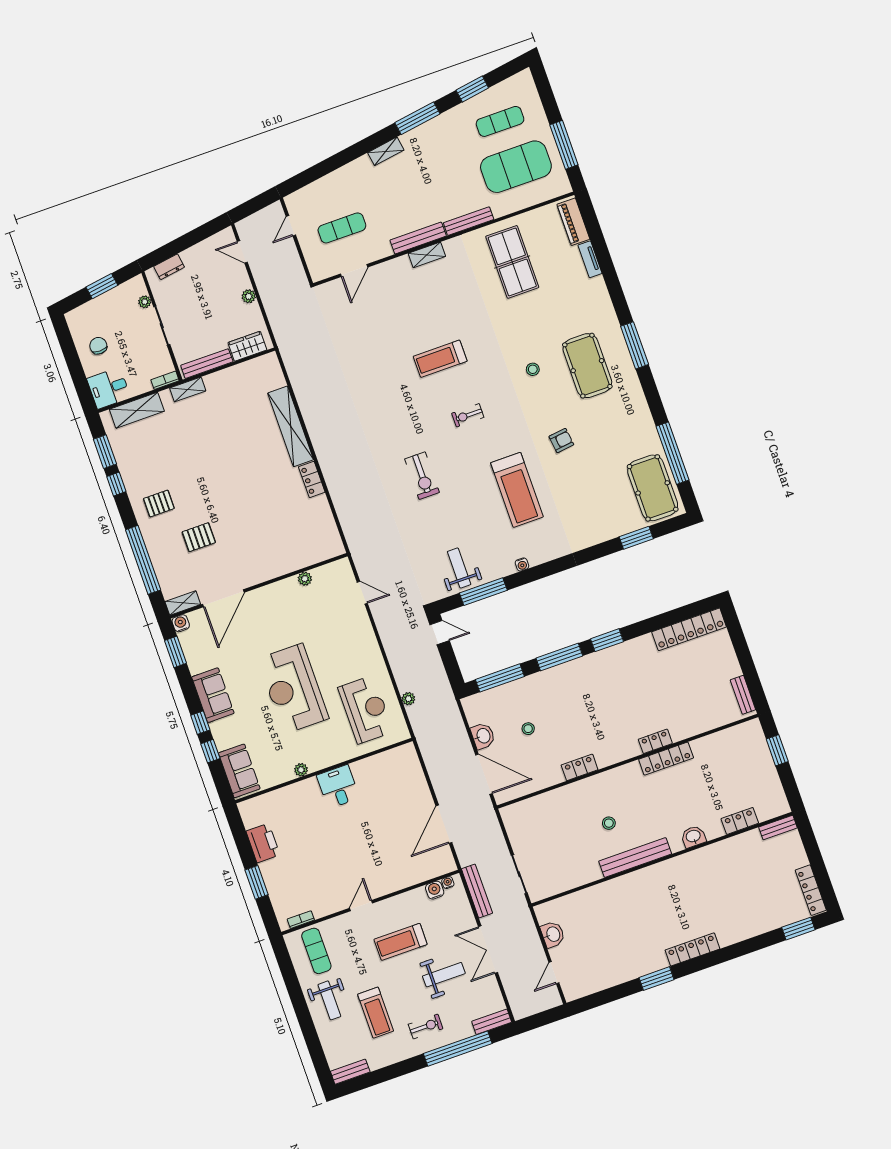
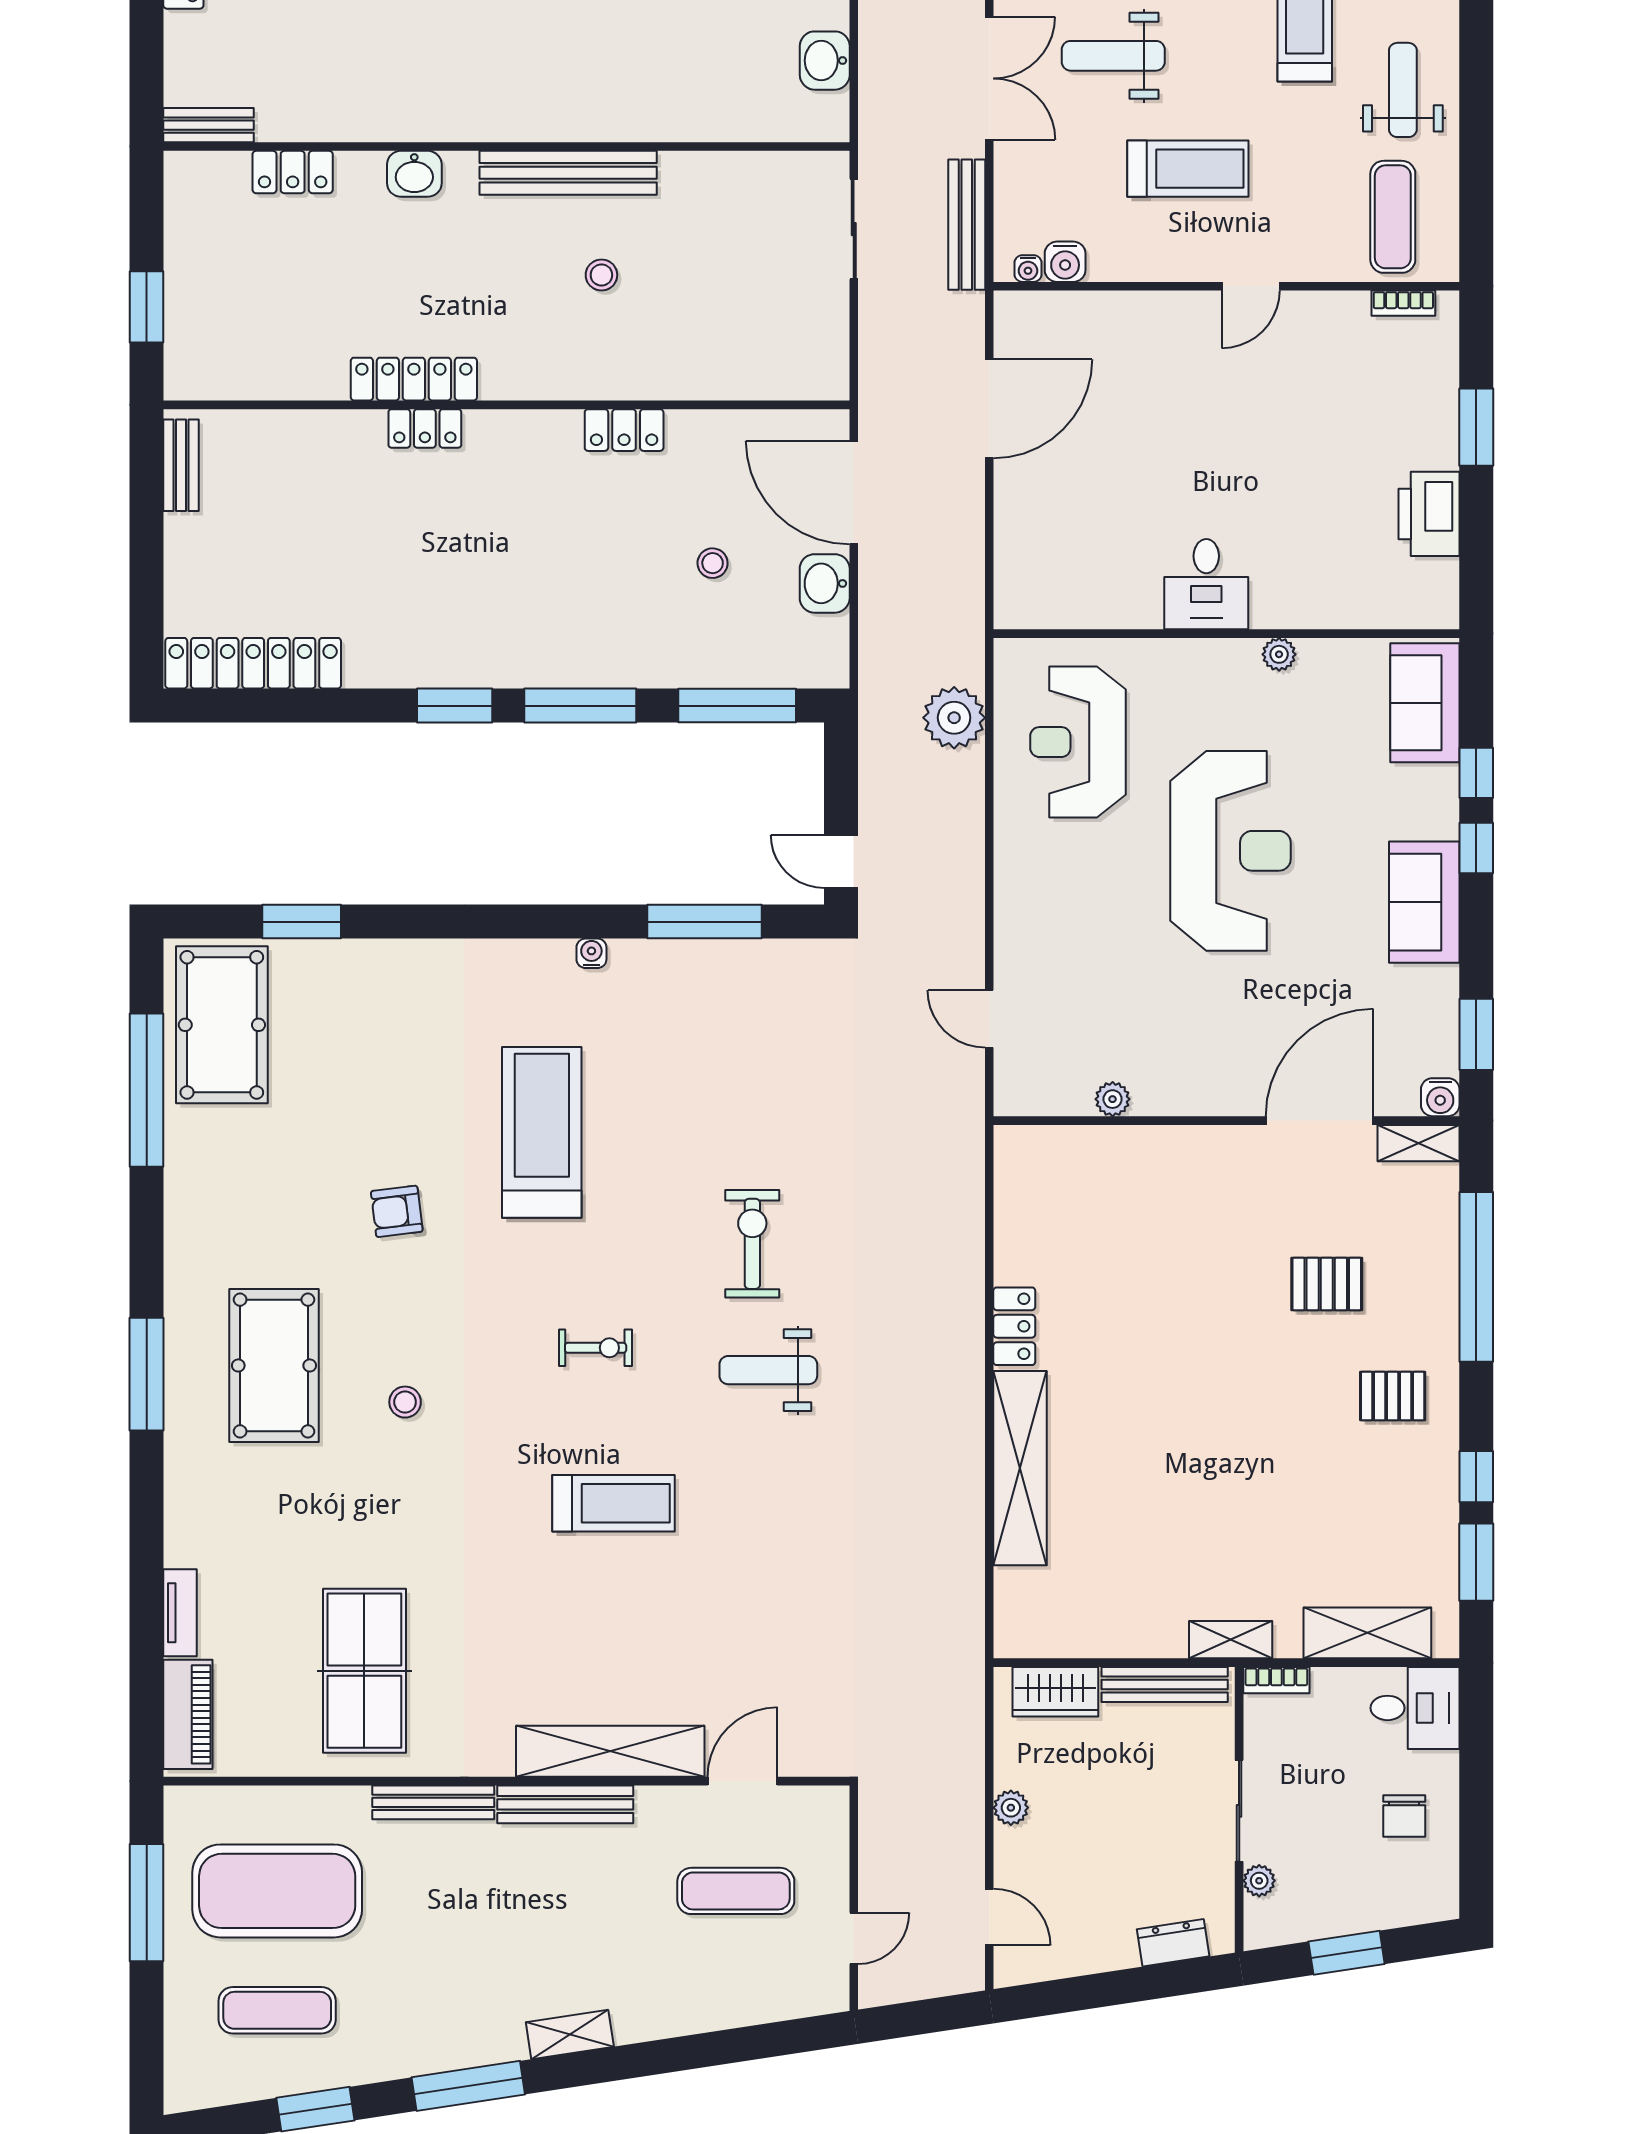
shelving: (427, 255) -> (610, 1751), width x2.20, depth x1.33
weight bench: (459, 568) -> (768, 1370), moved, turned 90
plant: (408, 699) -> (954, 718), width x1.88, depth x1.88

